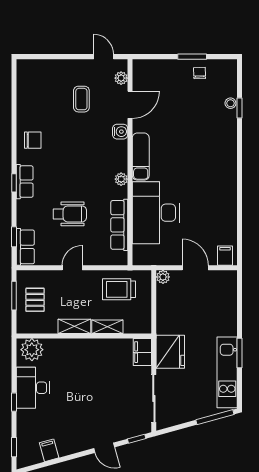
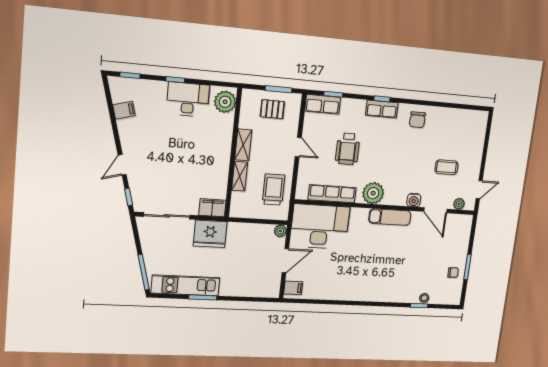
plant: (121, 179) -> (373, 193), width x1.88, depth x1.88
desk: (156, 213) -> (320, 227), moved

